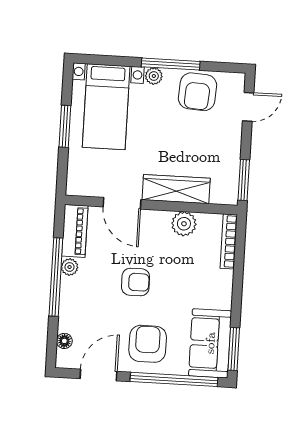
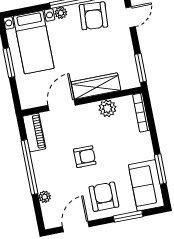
door: (122, 203) -> (62, 105), swing flipped
plant: (70, 267) -> (45, 197), moved
floor lamp: (64, 341) -> (47, 209), removed
window: (234, 349) -> (160, 169), moved
window: (174, 379) -> (128, 216), width x0.47

